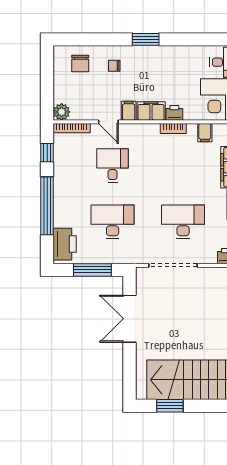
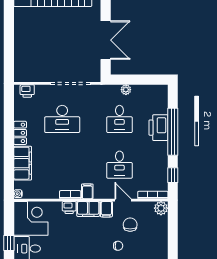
chair: (80, 63) -> (130, 225), moved
filing cabinet: (205, 133) -> (87, 191), moved
desk: (113, 222) -> (119, 119), width x0.73
printer: (65, 244) -> (158, 128), moved
plant: (105, 258) -> (126, 90), added
window: (92, 270) -> (136, 80), removed

